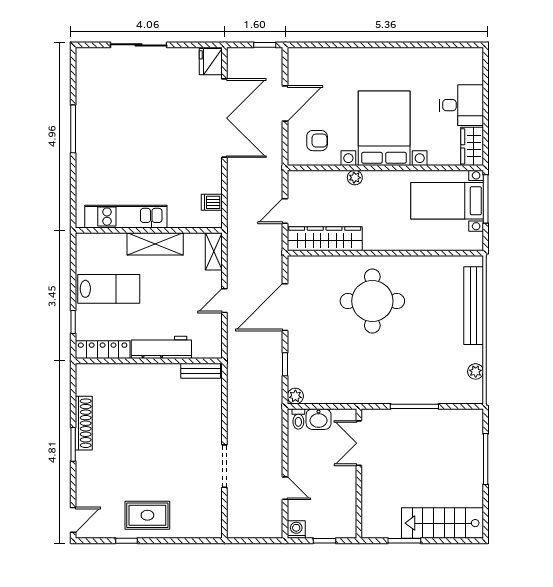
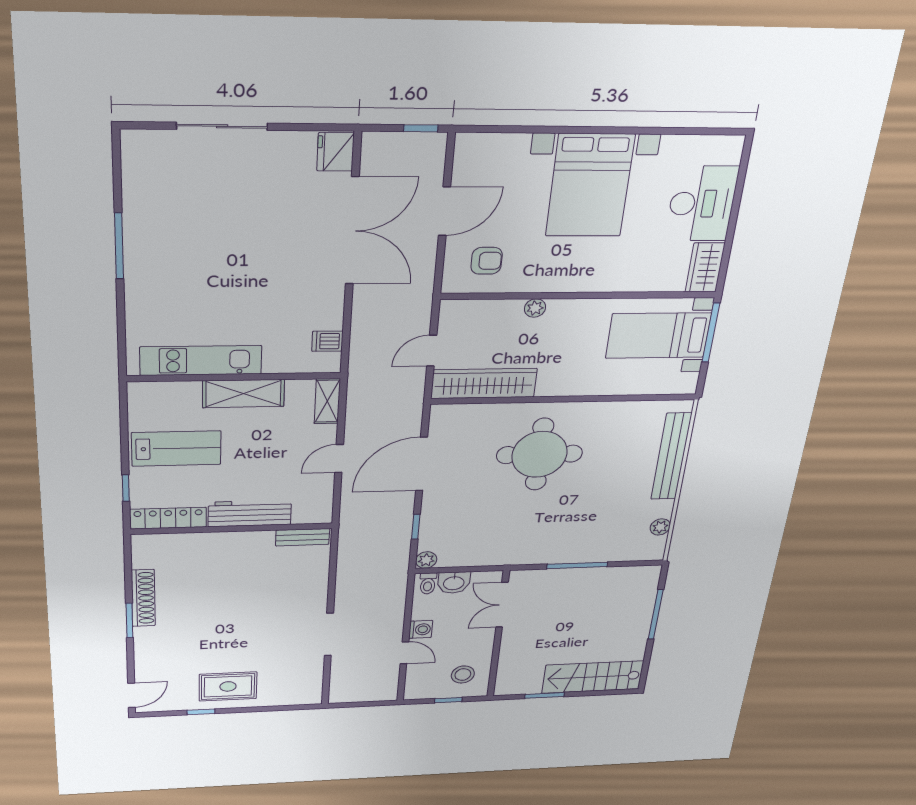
desk: (461, 105) -> (702, 204), width x1.37
bed with nightstands: (384, 128) -> (590, 186), moved, turned 180
stool: (334, 514) -> (463, 675), added
washing machine: (296, 530) -> (421, 629), moved, turned 90

